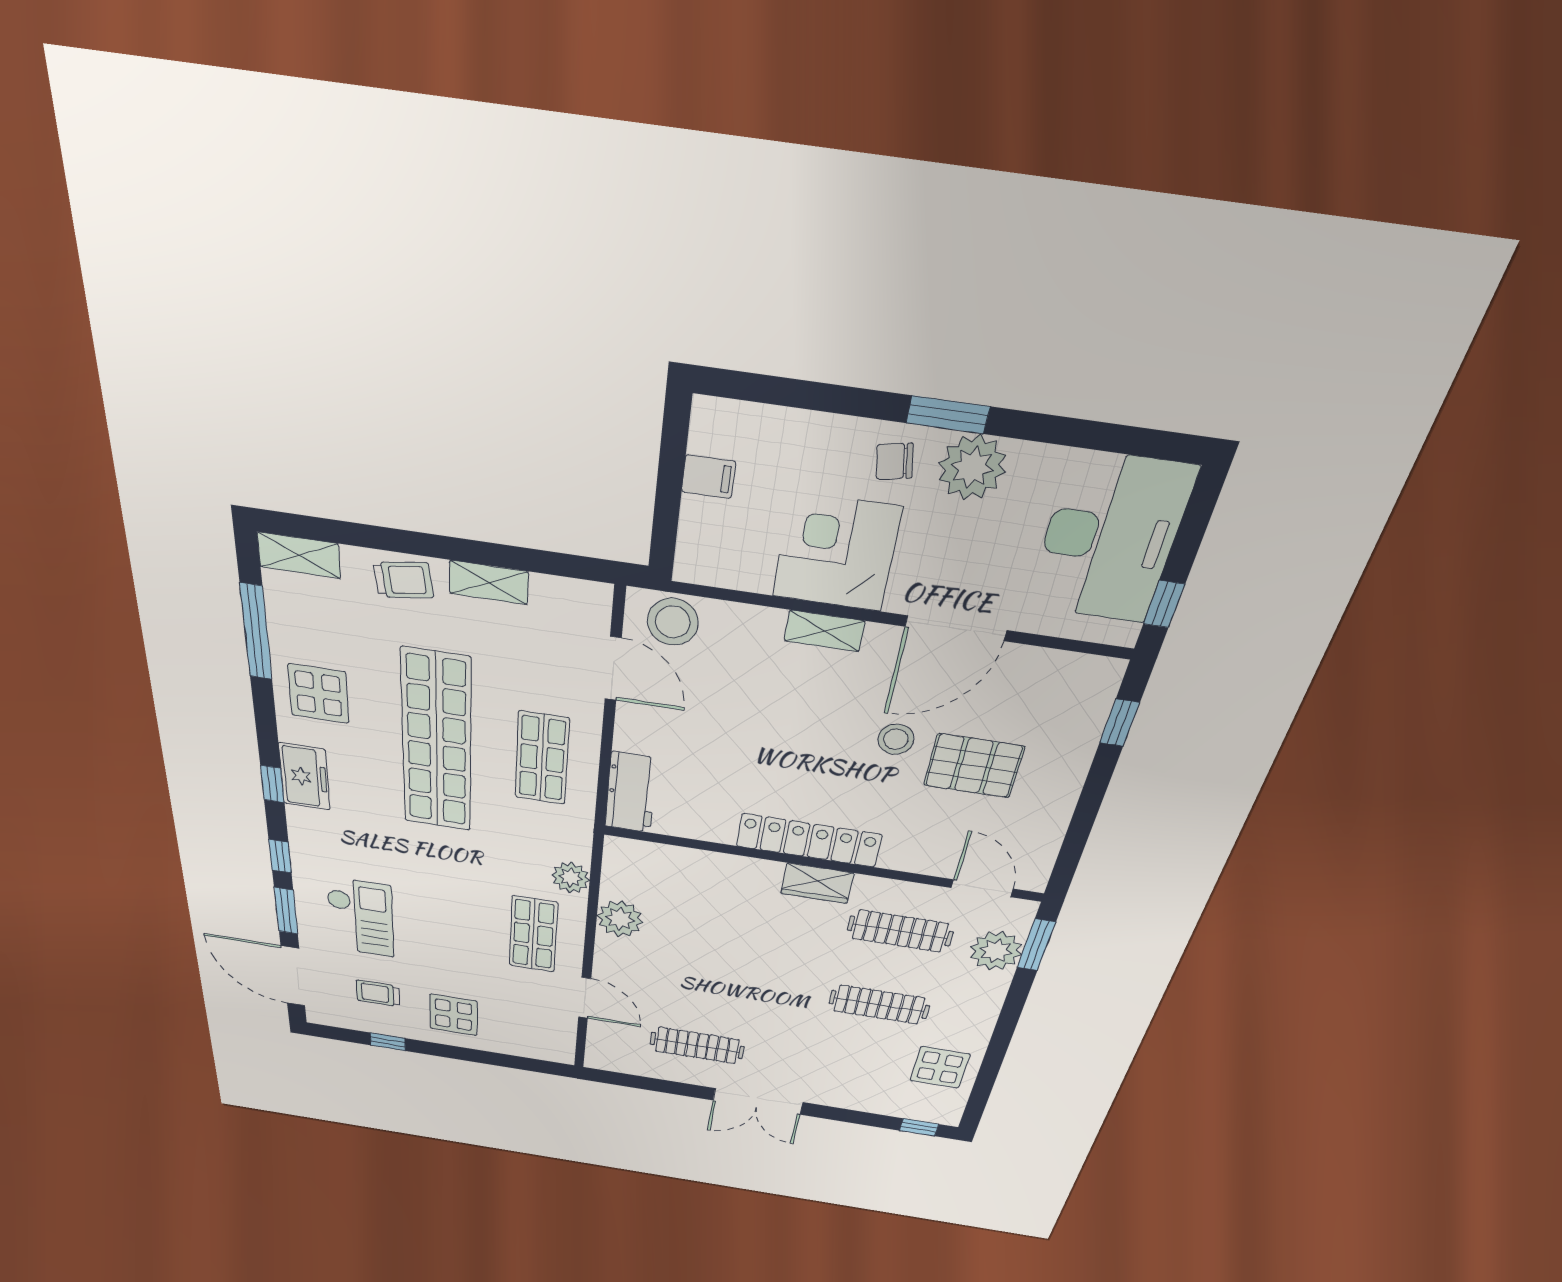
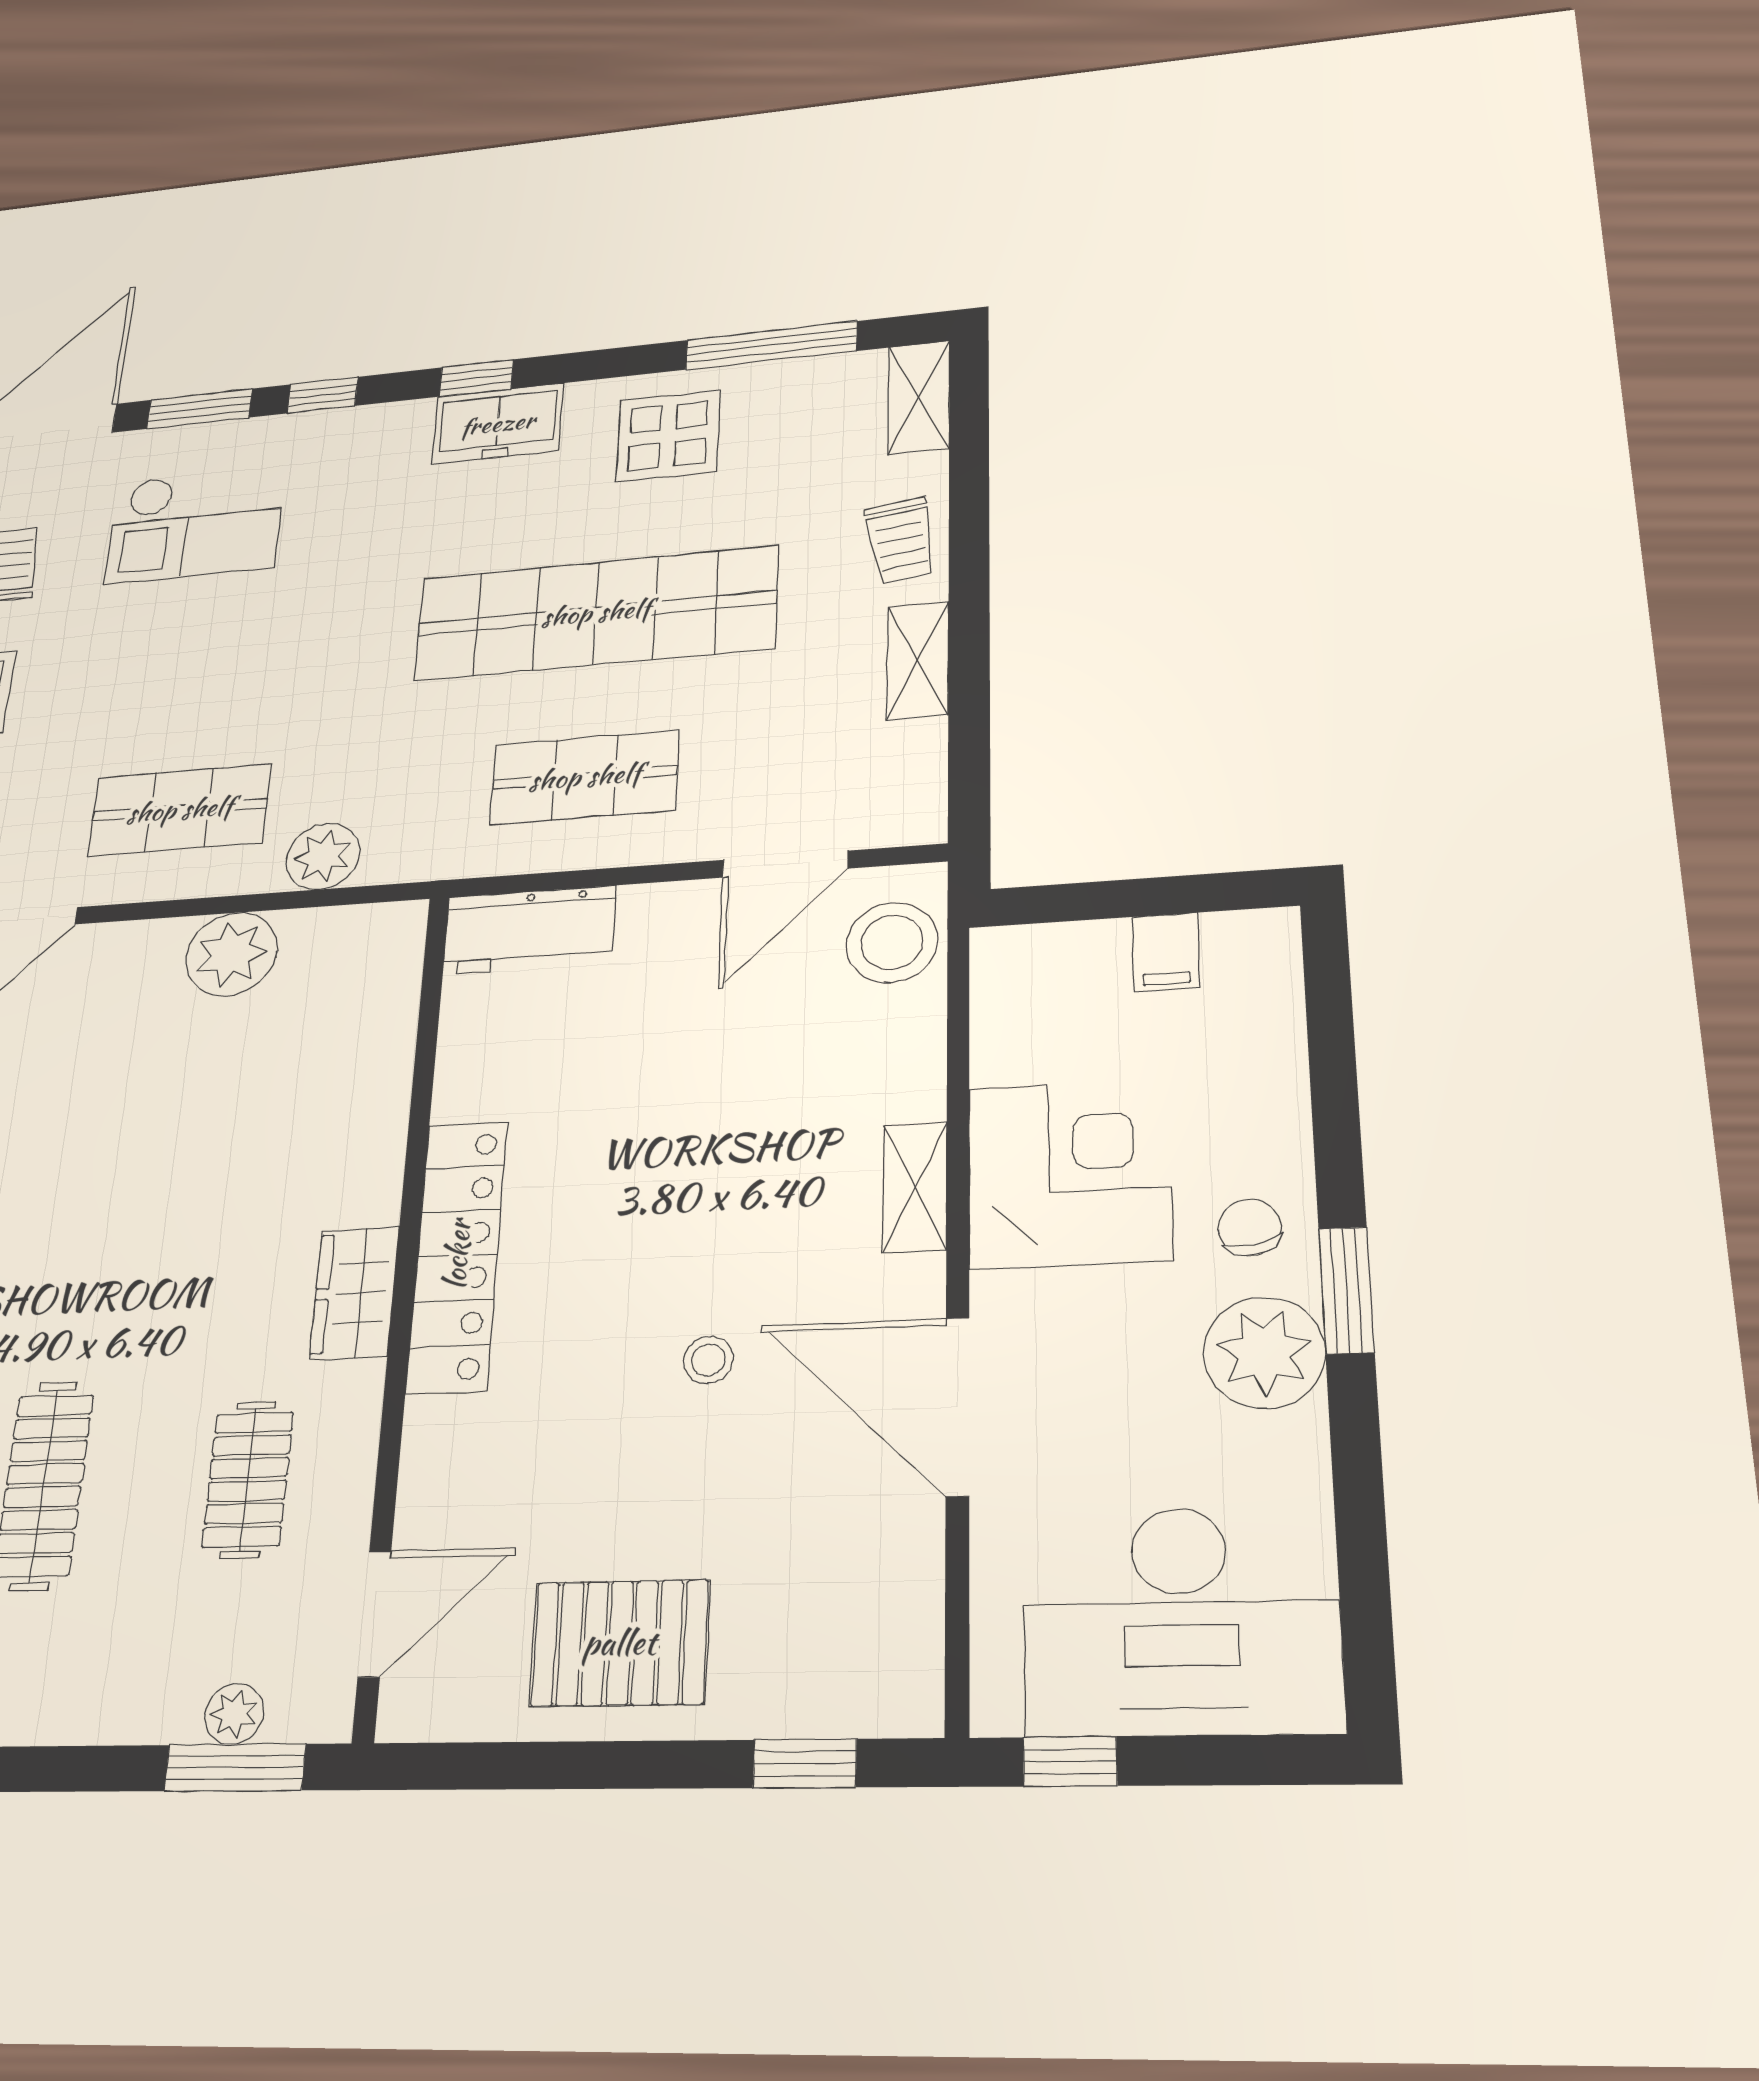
stool: (896, 739) -> (708, 1360), width x0.73, depth x0.73
pallet: (974, 766) -> (620, 1643), moved, turned 90
clothes rail: (900, 931) -> (248, 1479), width x0.73
plant: (996, 951) -> (234, 1714), width x0.53, depth x0.53

